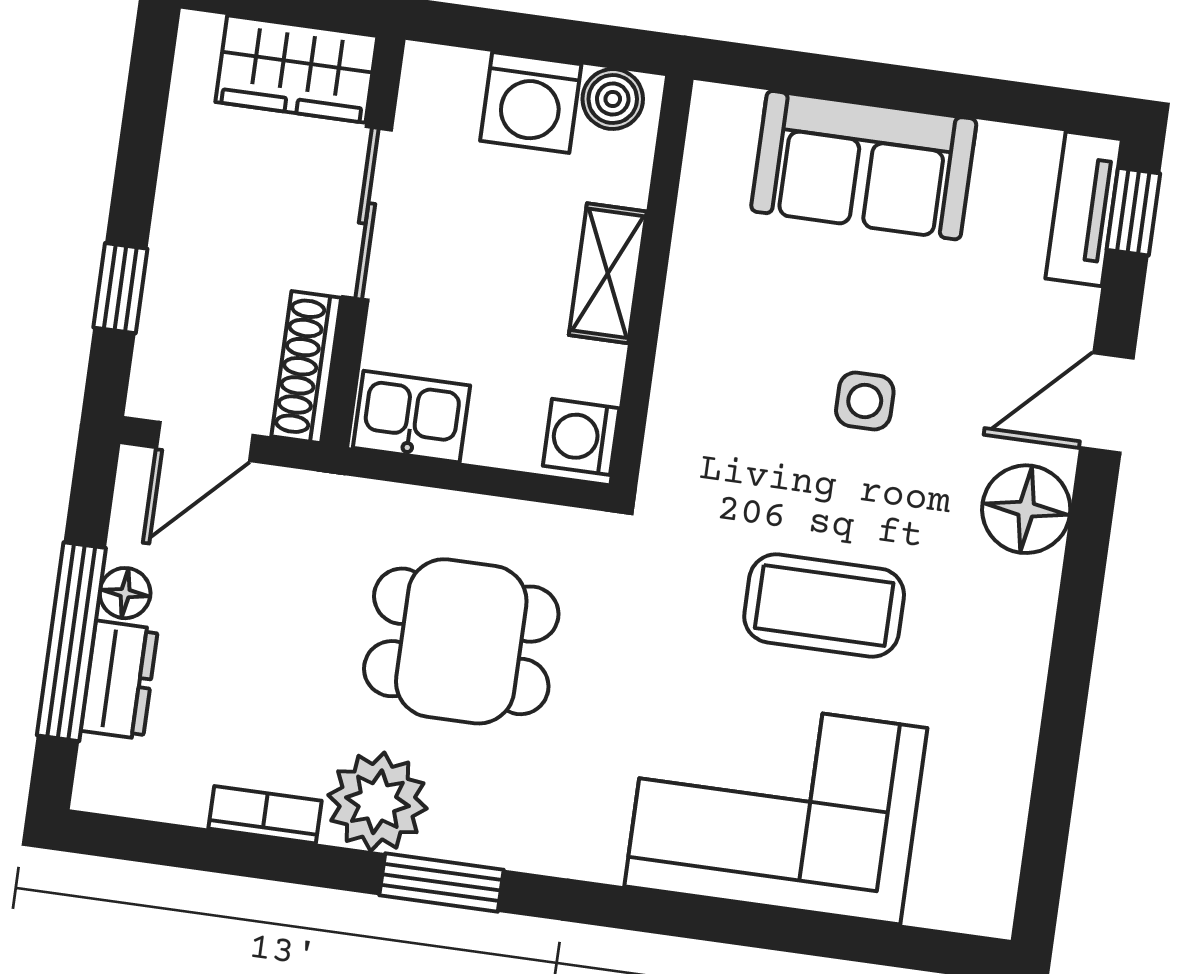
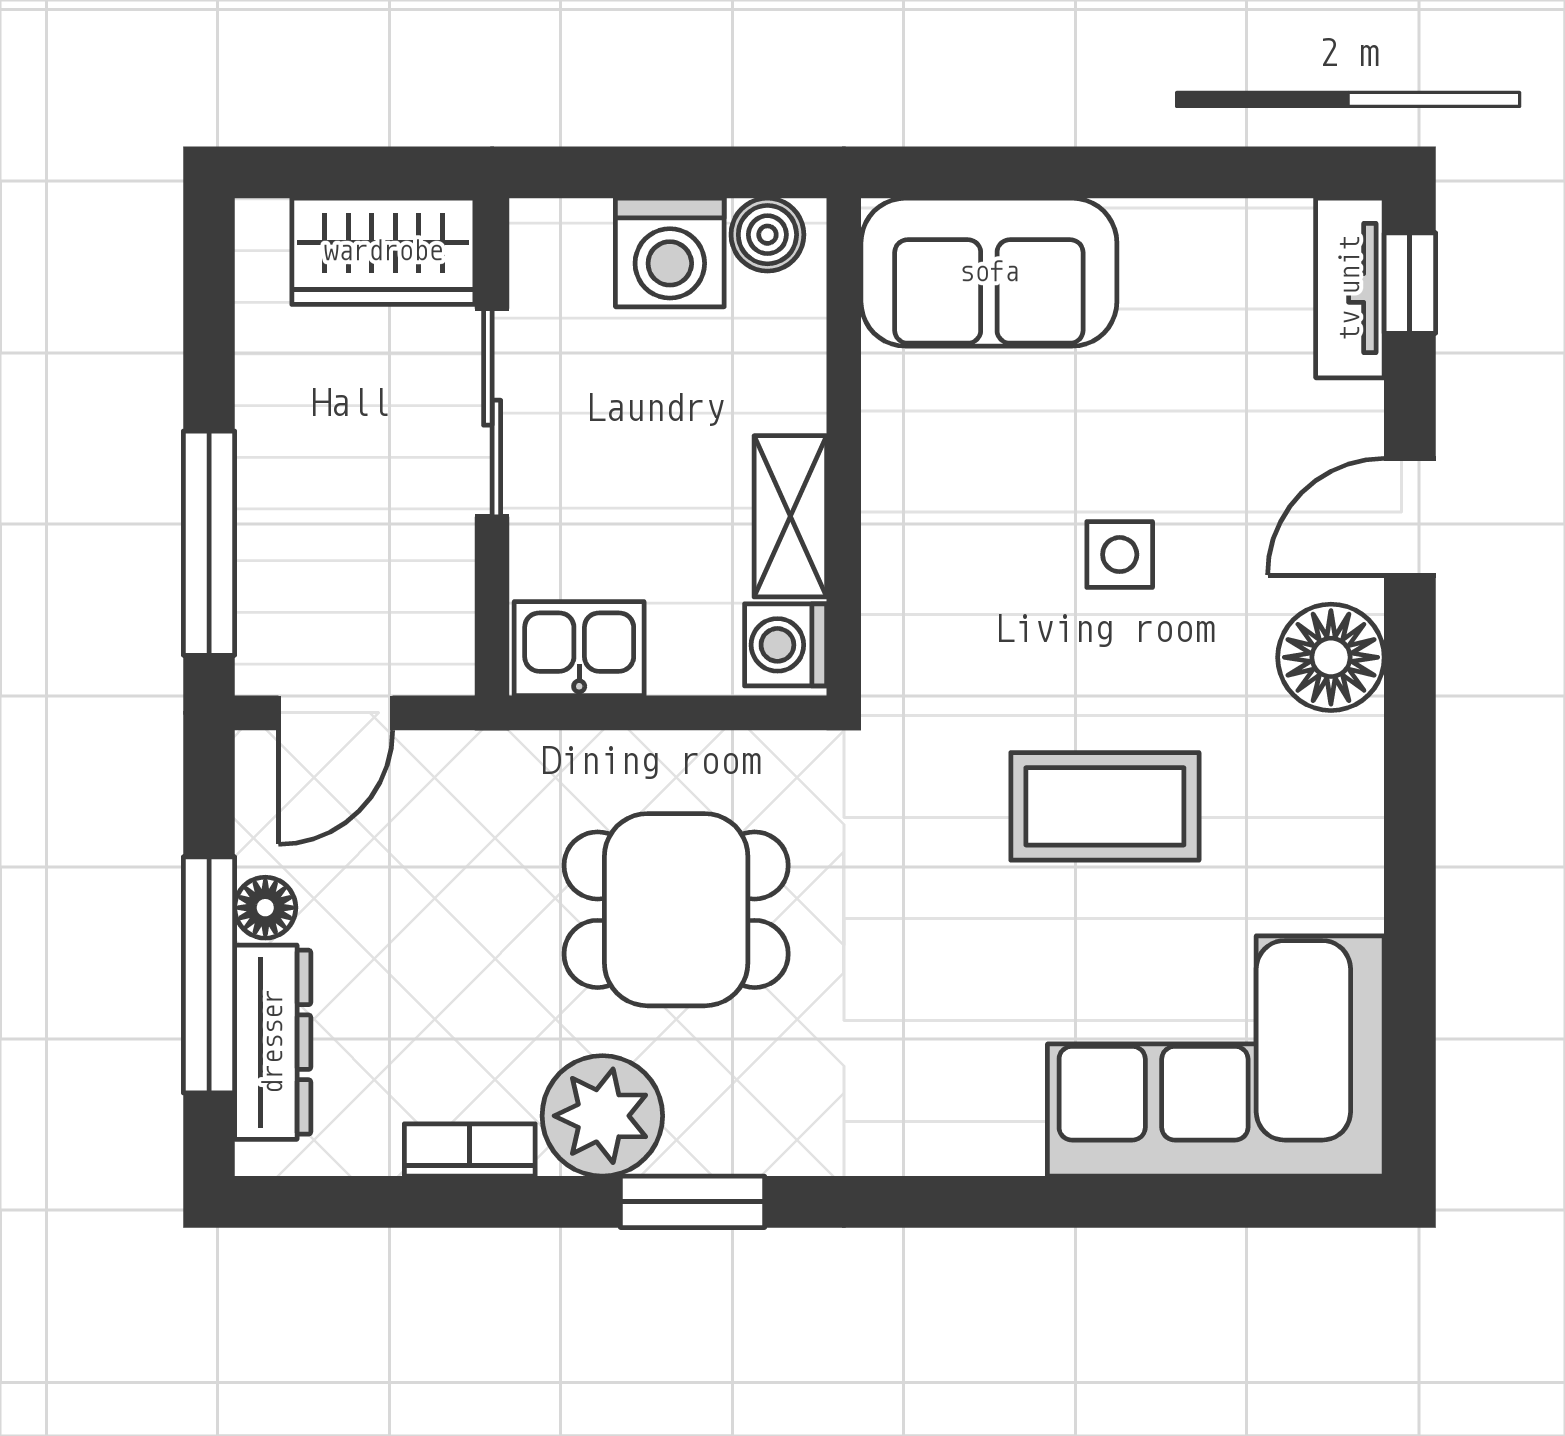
sofa: (864, 165) -> (989, 272), moved
shelving: (608, 273) -> (790, 516), moved
window: (120, 288) -> (209, 543), width x2.17
shoe rack: (306, 367) -> (445, 607), removed
dresser: (119, 680) -> (273, 1042), width x1.44
corner sofa: (776, 807) -> (1216, 1056), moved

